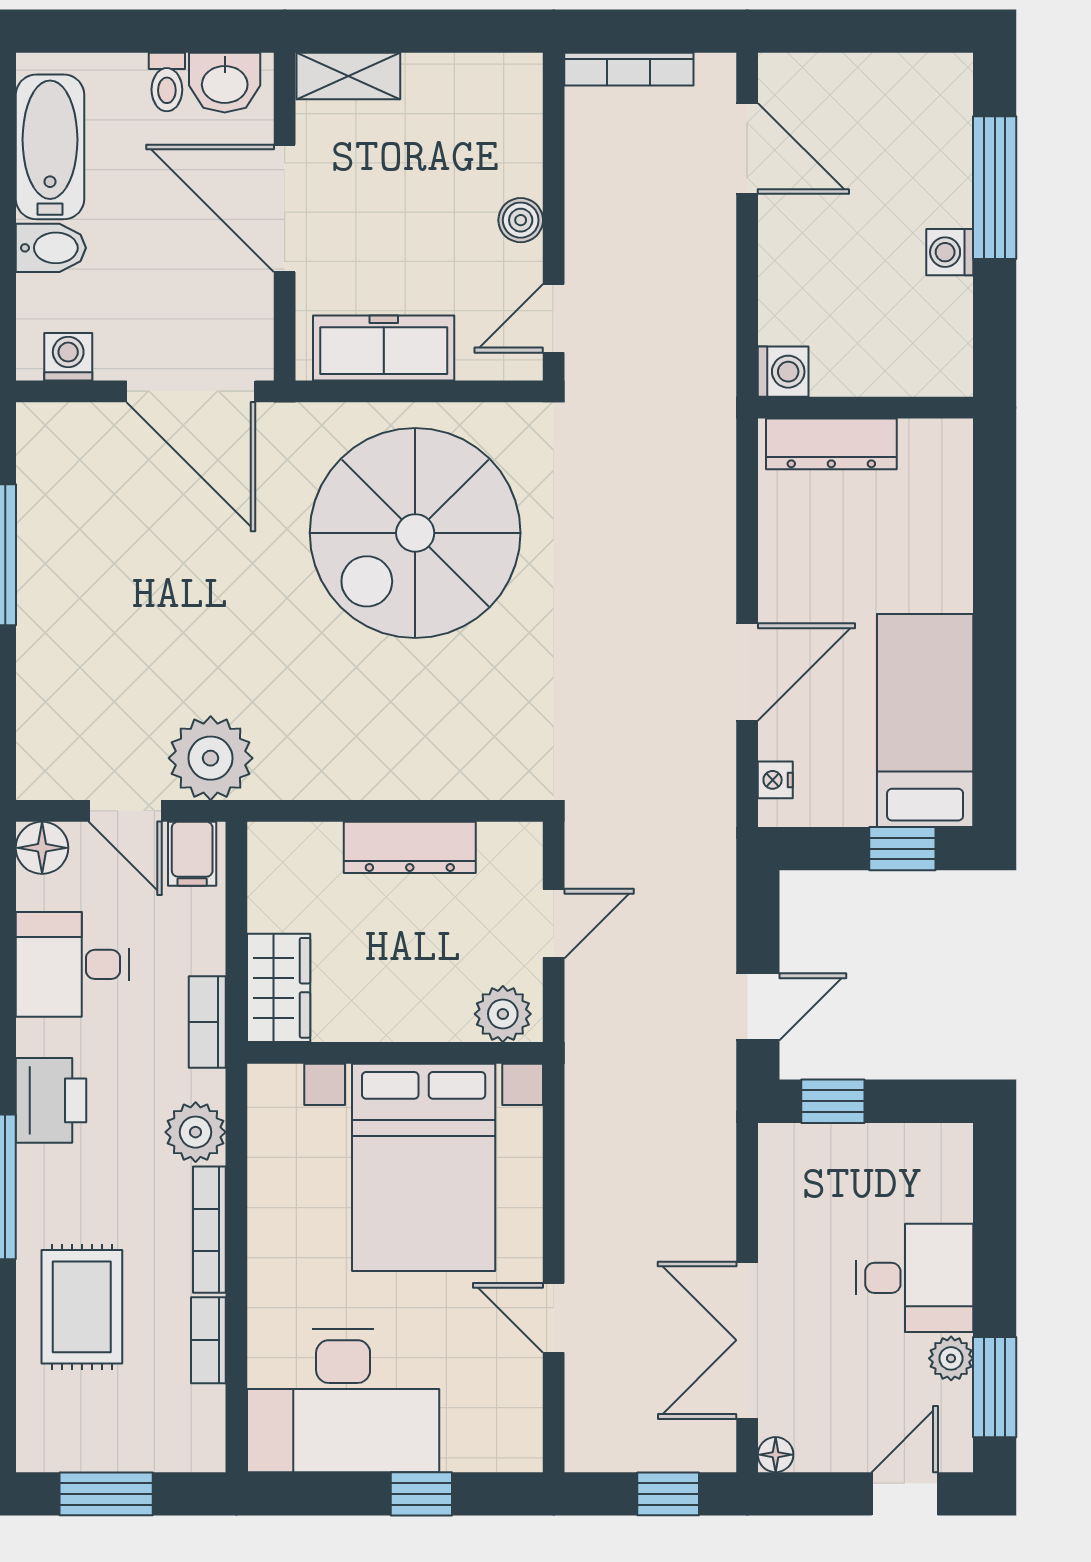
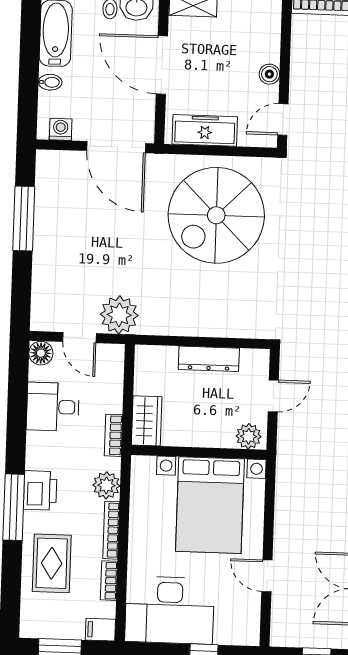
bidet: (51, 248) -> (50, 82), width x0.72, depth x0.74
filing cabinet: (192, 854) -> (100, 630), moved, turned 90
printer: (51, 1100) -> (40, 490), moved

